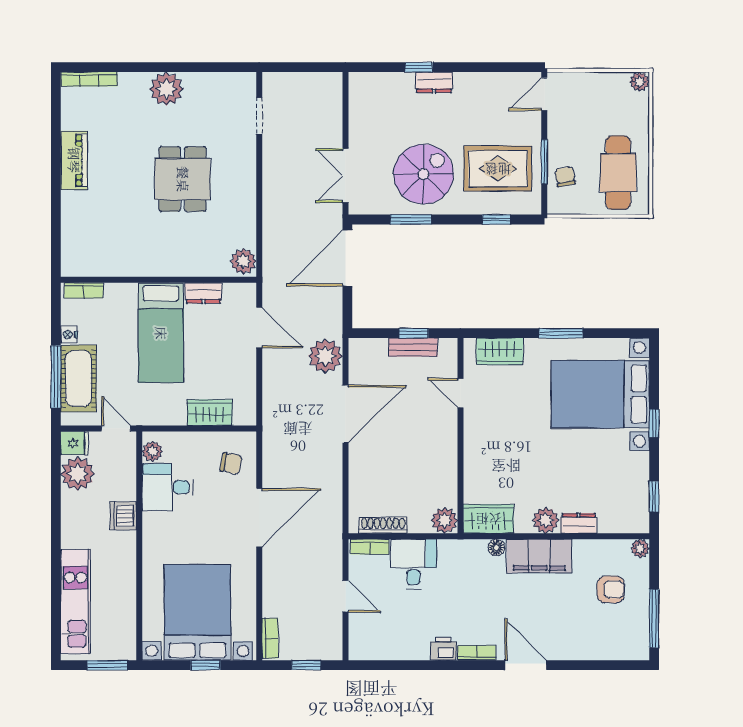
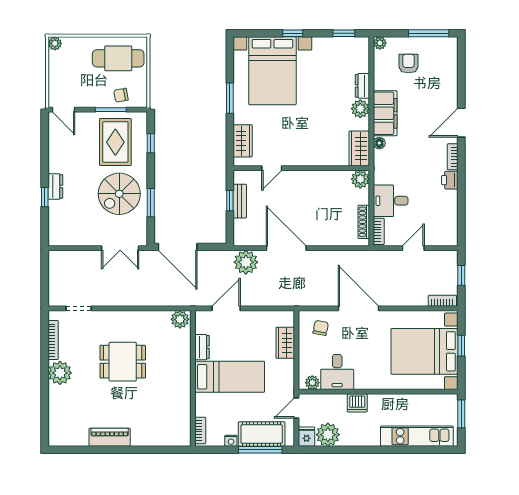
bookcase: (89, 79) -> (53, 340), moved
spiral stairs: (423, 174) -> (119, 194), turned -90

